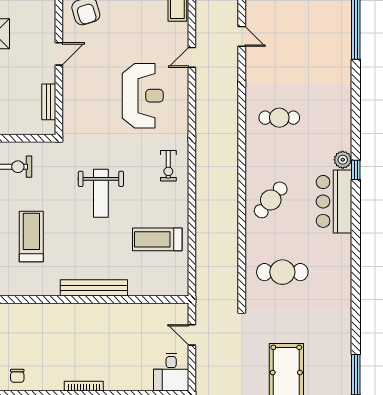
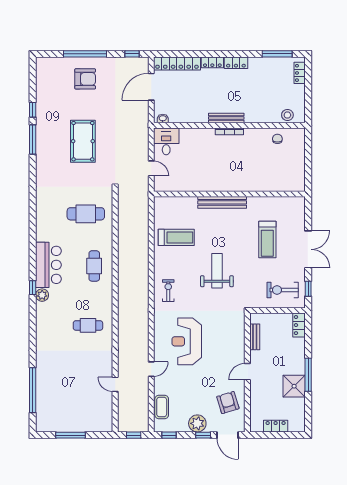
cafe table: (271, 200) -> (94, 266), turned -40

